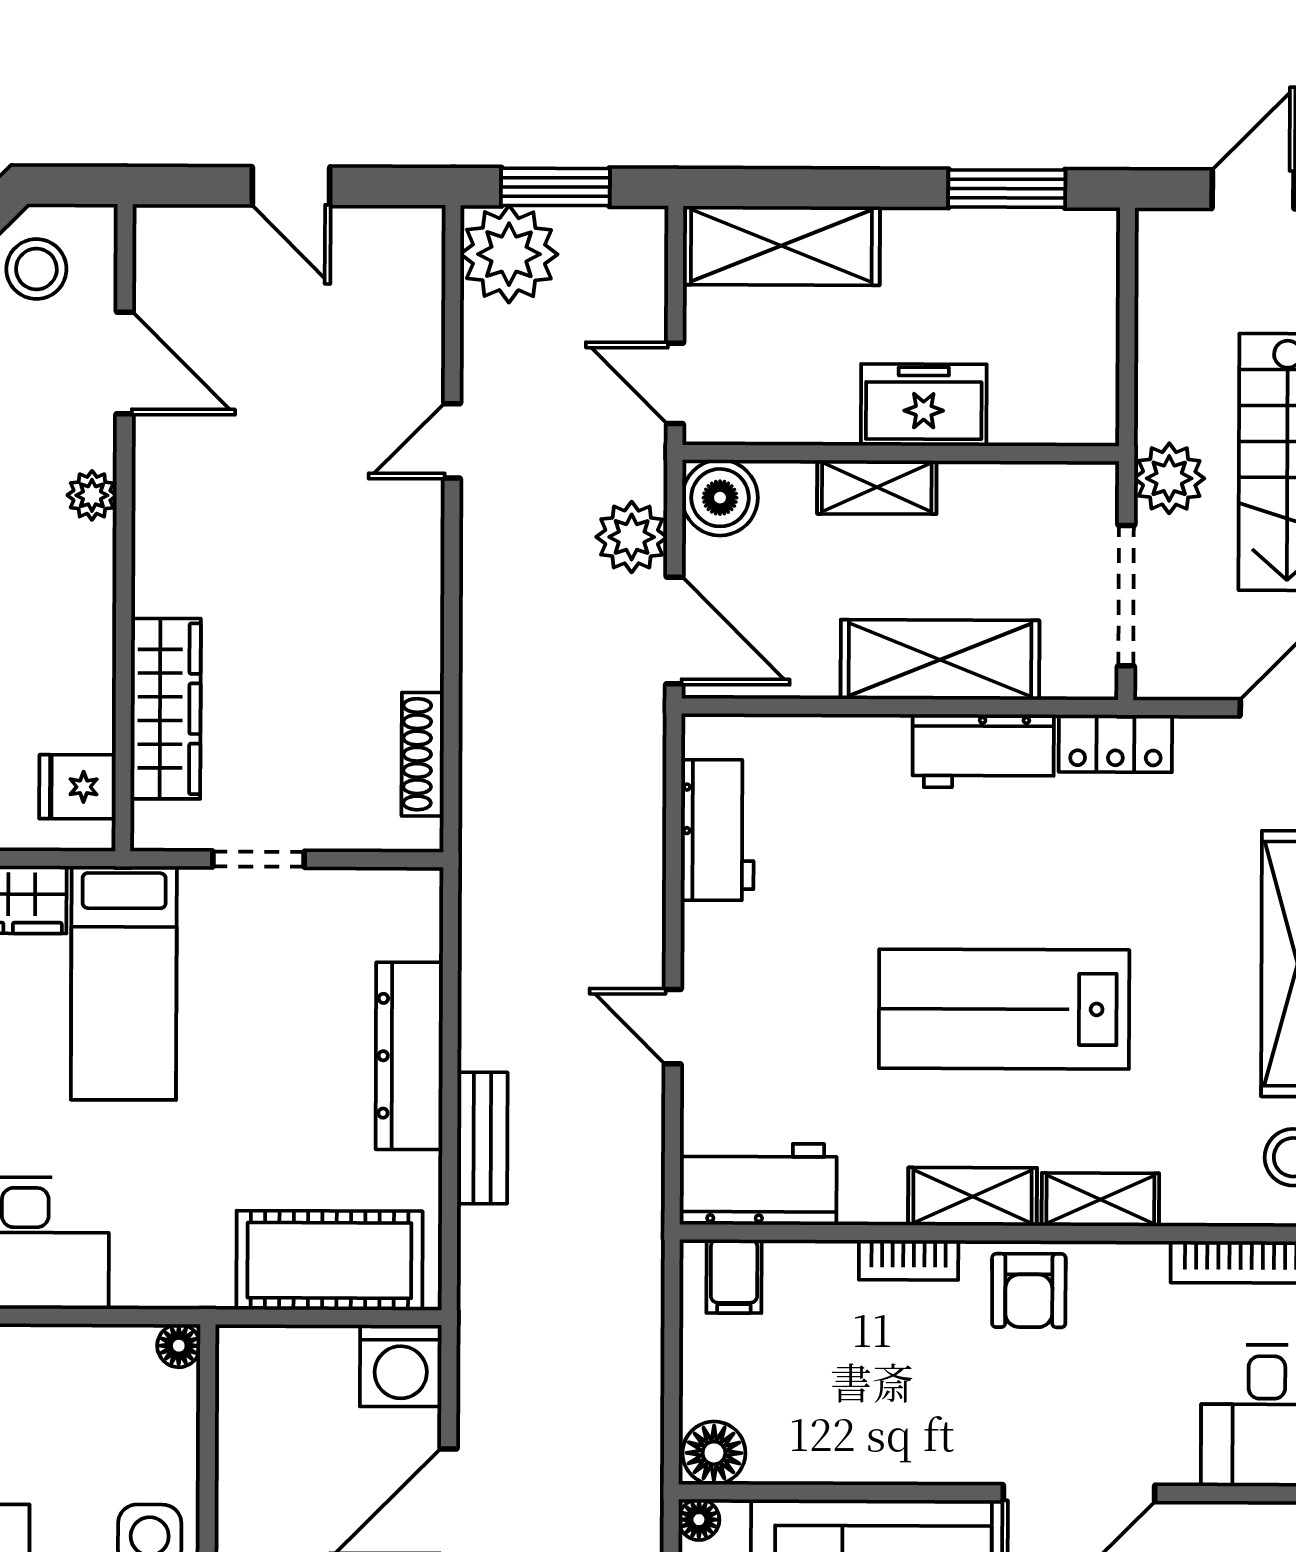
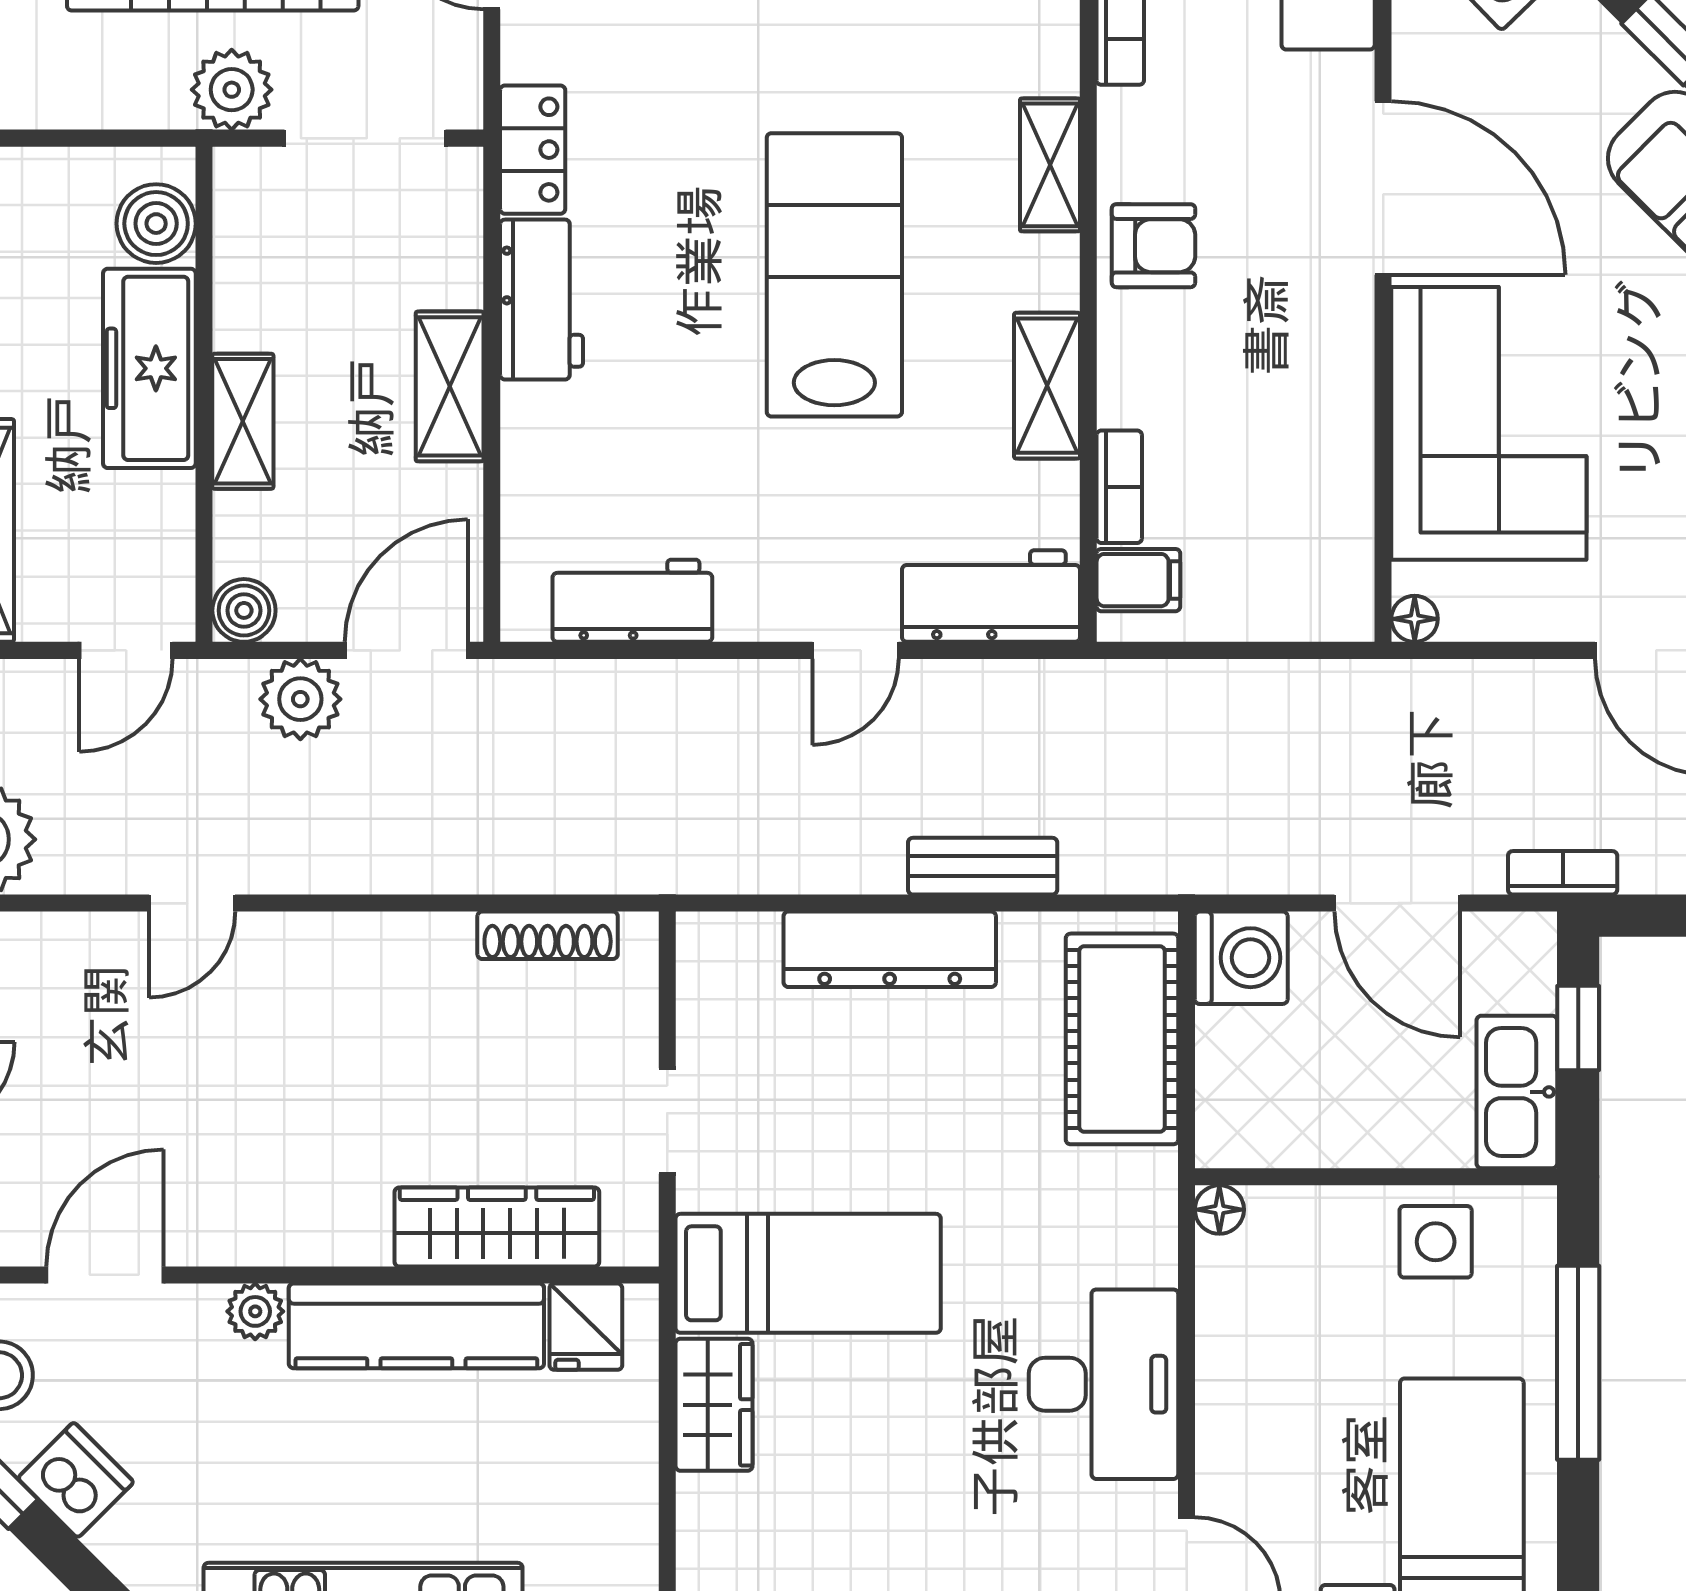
freezer: (924, 405) -> (149, 368), width x1.40
boiler: (1051, 411) -> (156, 224), added
door: (452, 441) -> (192, 903), hinge flipped
boiler: (720, 498) -> (244, 610), width x0.73, depth x0.73
kitchen counter: (79, 637) -> (416, 1326), added
shelving: (940, 660) -> (450, 386), width x0.67, depth x0.75
lab bench: (1004, 1009) -> (834, 275), turned 180
workbench: (758, 1184) -> (991, 596), moved, turned 90
shelving: (973, 1197) -> (1047, 386), moved
bookcase: (909, 1260) -> (1119, 487), moved
floor lamp: (714, 1453) -> (1339, 602), removed

